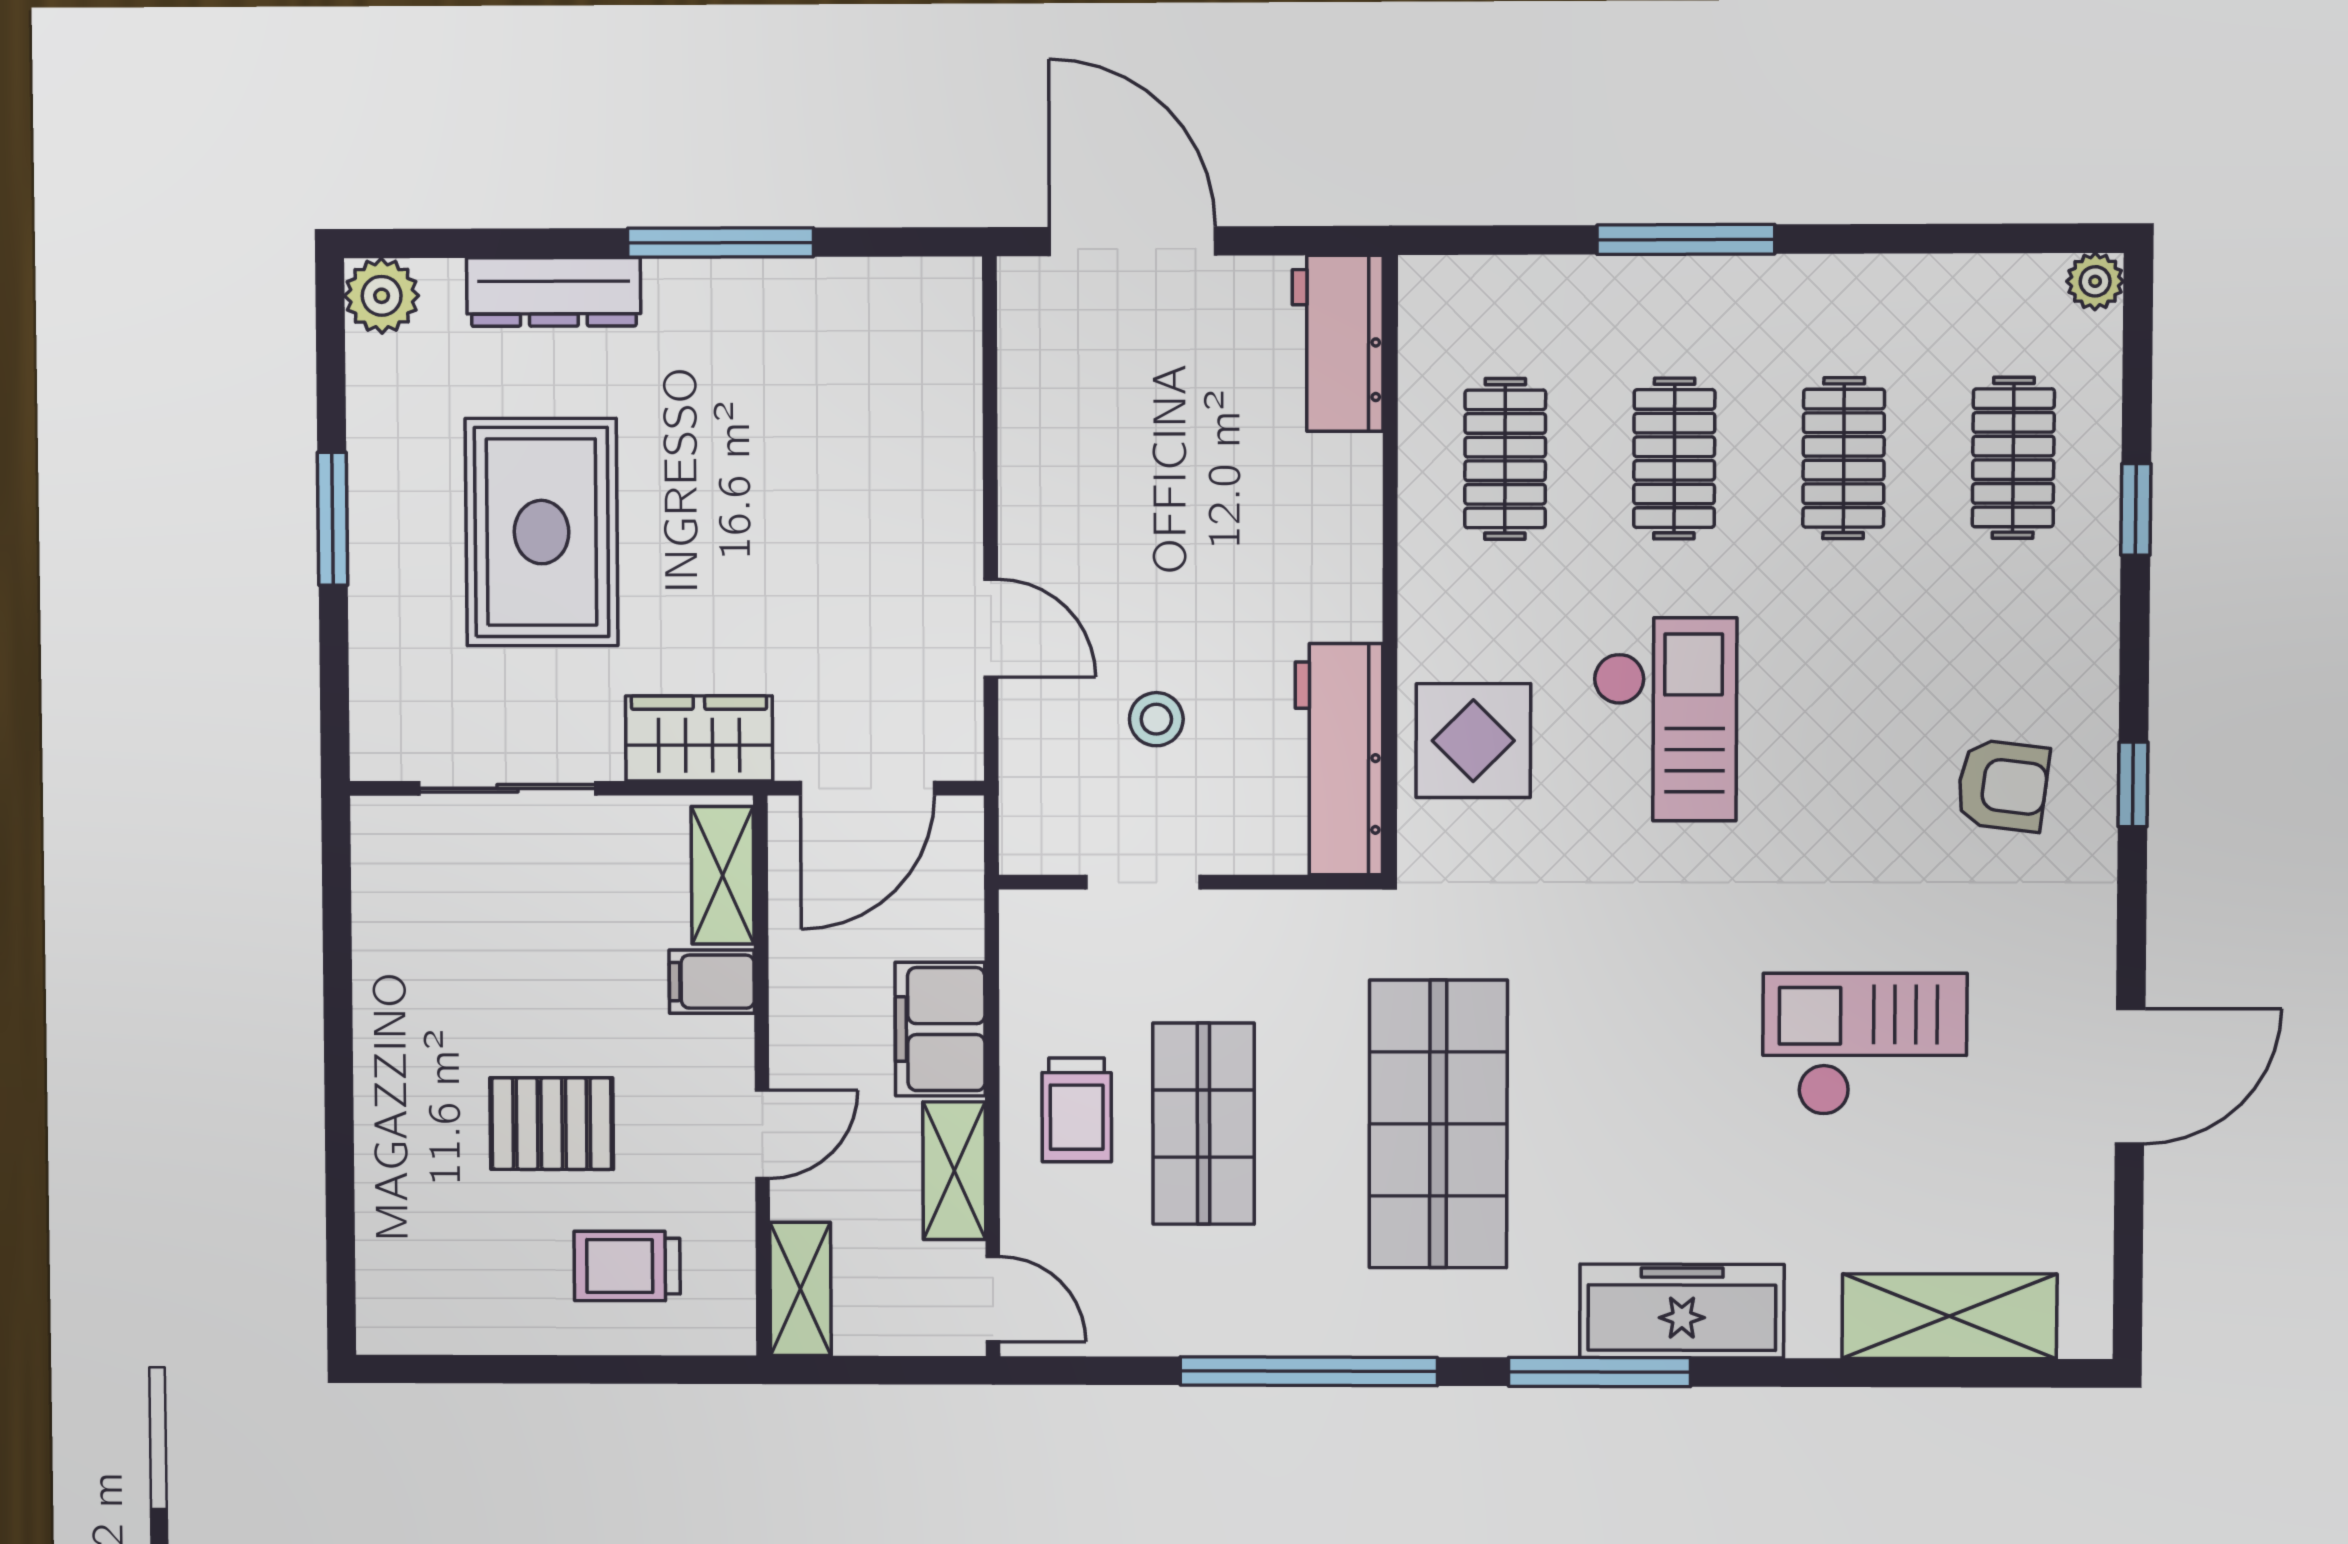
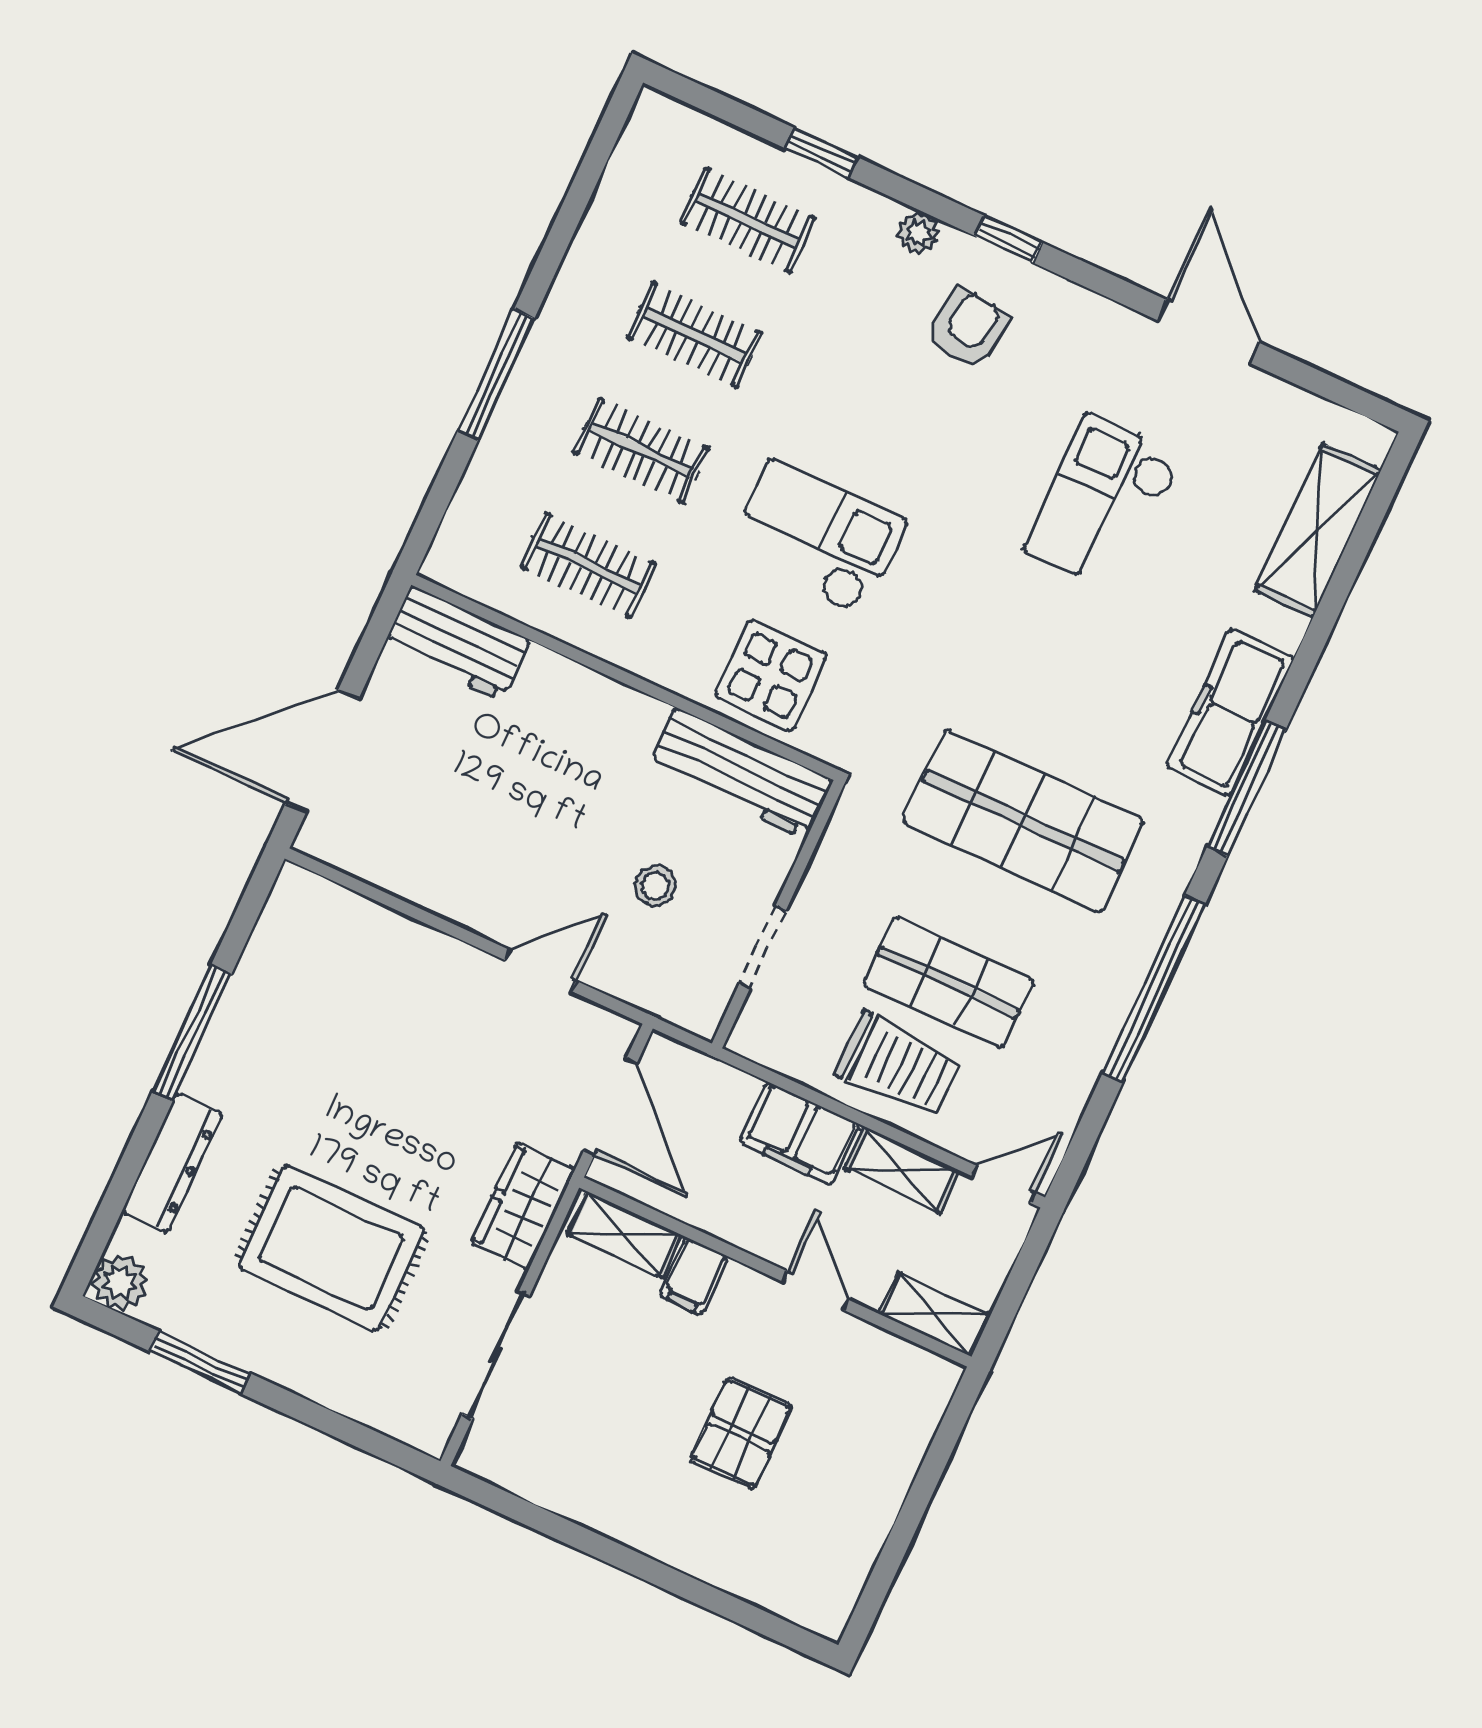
plant: (2095, 281) -> (918, 233), moved
window: (333, 519) -> (200, 1362), moved
trolley: (1077, 1110) -> (899, 1065), width x1.36, depth x1.39
trolley: (627, 1266) -> (864, 1427), removed

